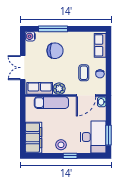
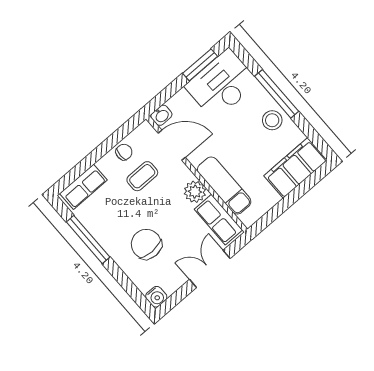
window: (53, 29) -> (88, 239), moved
double door: (23, 68) -> (210, 269), swing flipped
window: (70, 156) -> (277, 94), width x2.17

